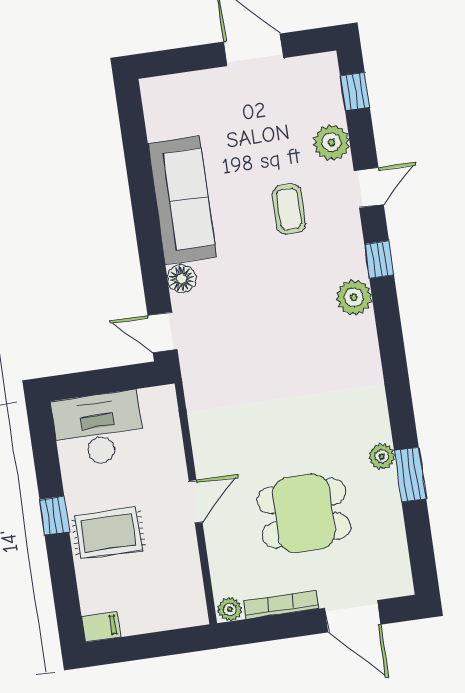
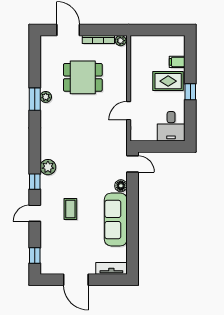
tv unit: (176, 87) -> (111, 268), added
plant: (331, 142) -> (48, 235), removed
desk: (98, 429) -> (171, 126), width x0.73
window: (410, 475) -> (35, 99), moved
door: (196, 502) -> (129, 111), moved
filing cabinet: (101, 627) -> (177, 62), moved

